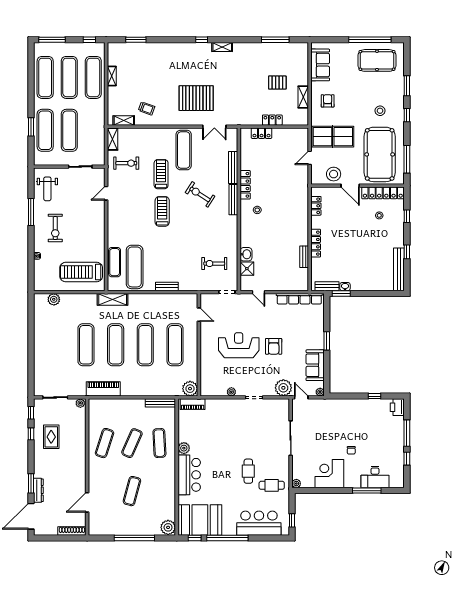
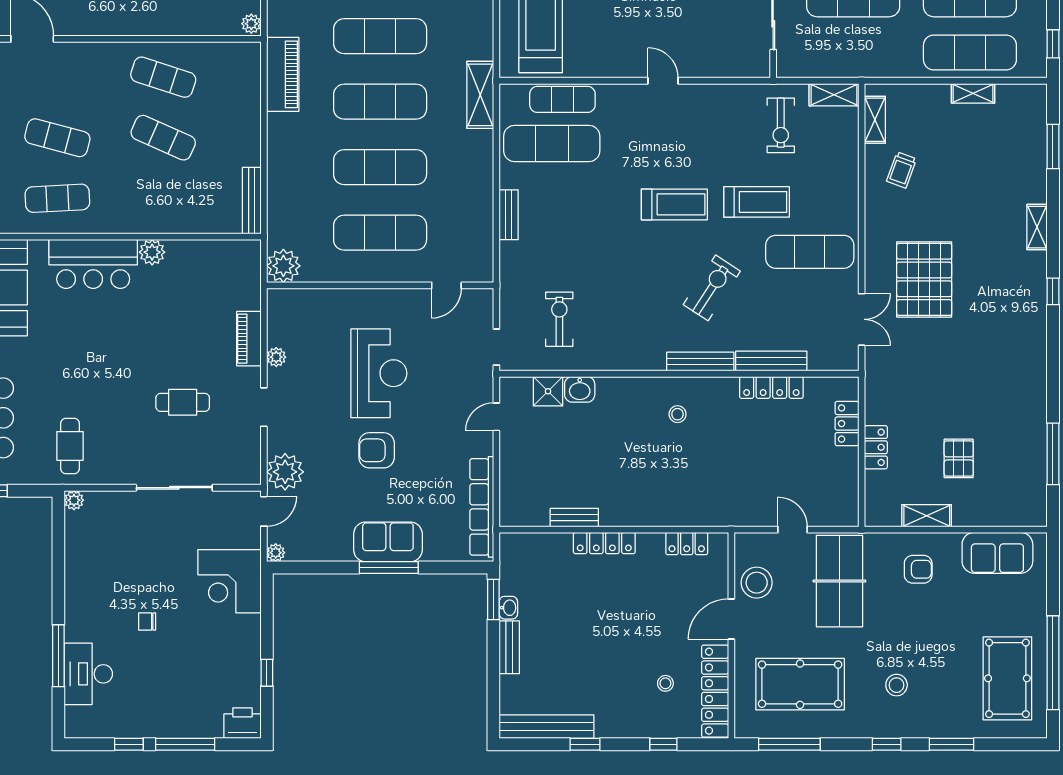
shelving: (222, 47) -> (1037, 227), moved
double door: (214, 127) -> (862, 319), swing flipped
pool table: (380, 154) -> (800, 684), width x0.73, depth x0.76
locker: (245, 185) -> (771, 388), moved
door: (106, 193) -> (663, 81), moved
bench: (327, 286) -> (509, 647), moved
window: (327, 341) -> (389, 568), width x1.44
sofa: (315, 365) -> (388, 542), moved
piano: (193, 404) -> (249, 339), moved
exercise mat: (159, 443) -> (57, 198), moved
cafe table: (248, 471) -> (183, 402), moved
corner desk: (329, 474) -> (229, 581), moved, turned 180

